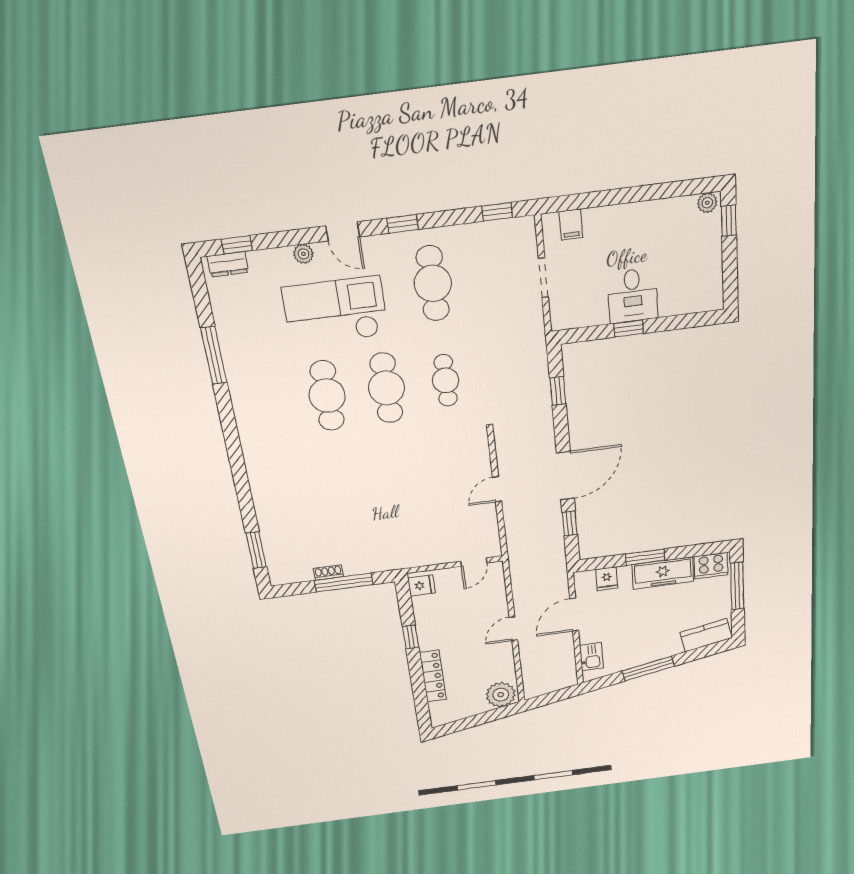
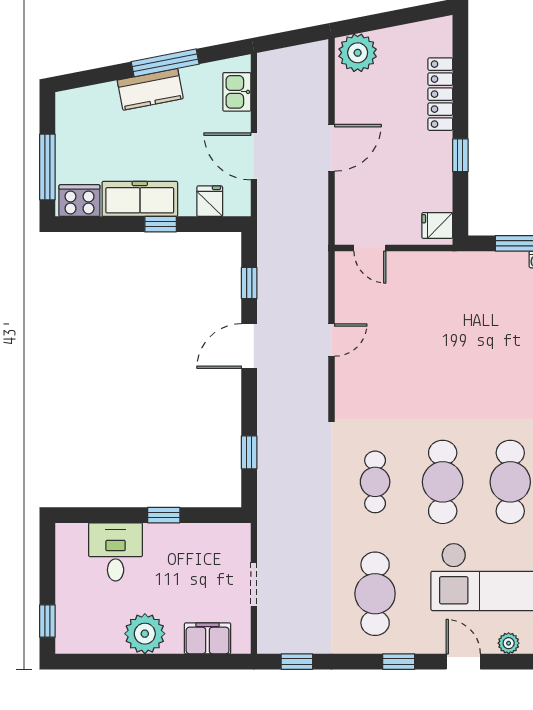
plant: (707, 203) -> (145, 634), moved, width x1.88, depth x1.88
filing cabinet: (571, 224) -> (208, 638), width x2.00
desk: (633, 296) -> (116, 552), moved
door: (565, 476) -> (249, 346), width x0.73
window: (645, 557) -> (161, 224), width x0.67
door: (474, 562) -> (370, 248), swing flipped
door: (574, 615) -> (254, 156), swing flipped
door: (513, 629) -> (332, 148), width x1.38
kitchen counter: (706, 635) -> (150, 89), moved

